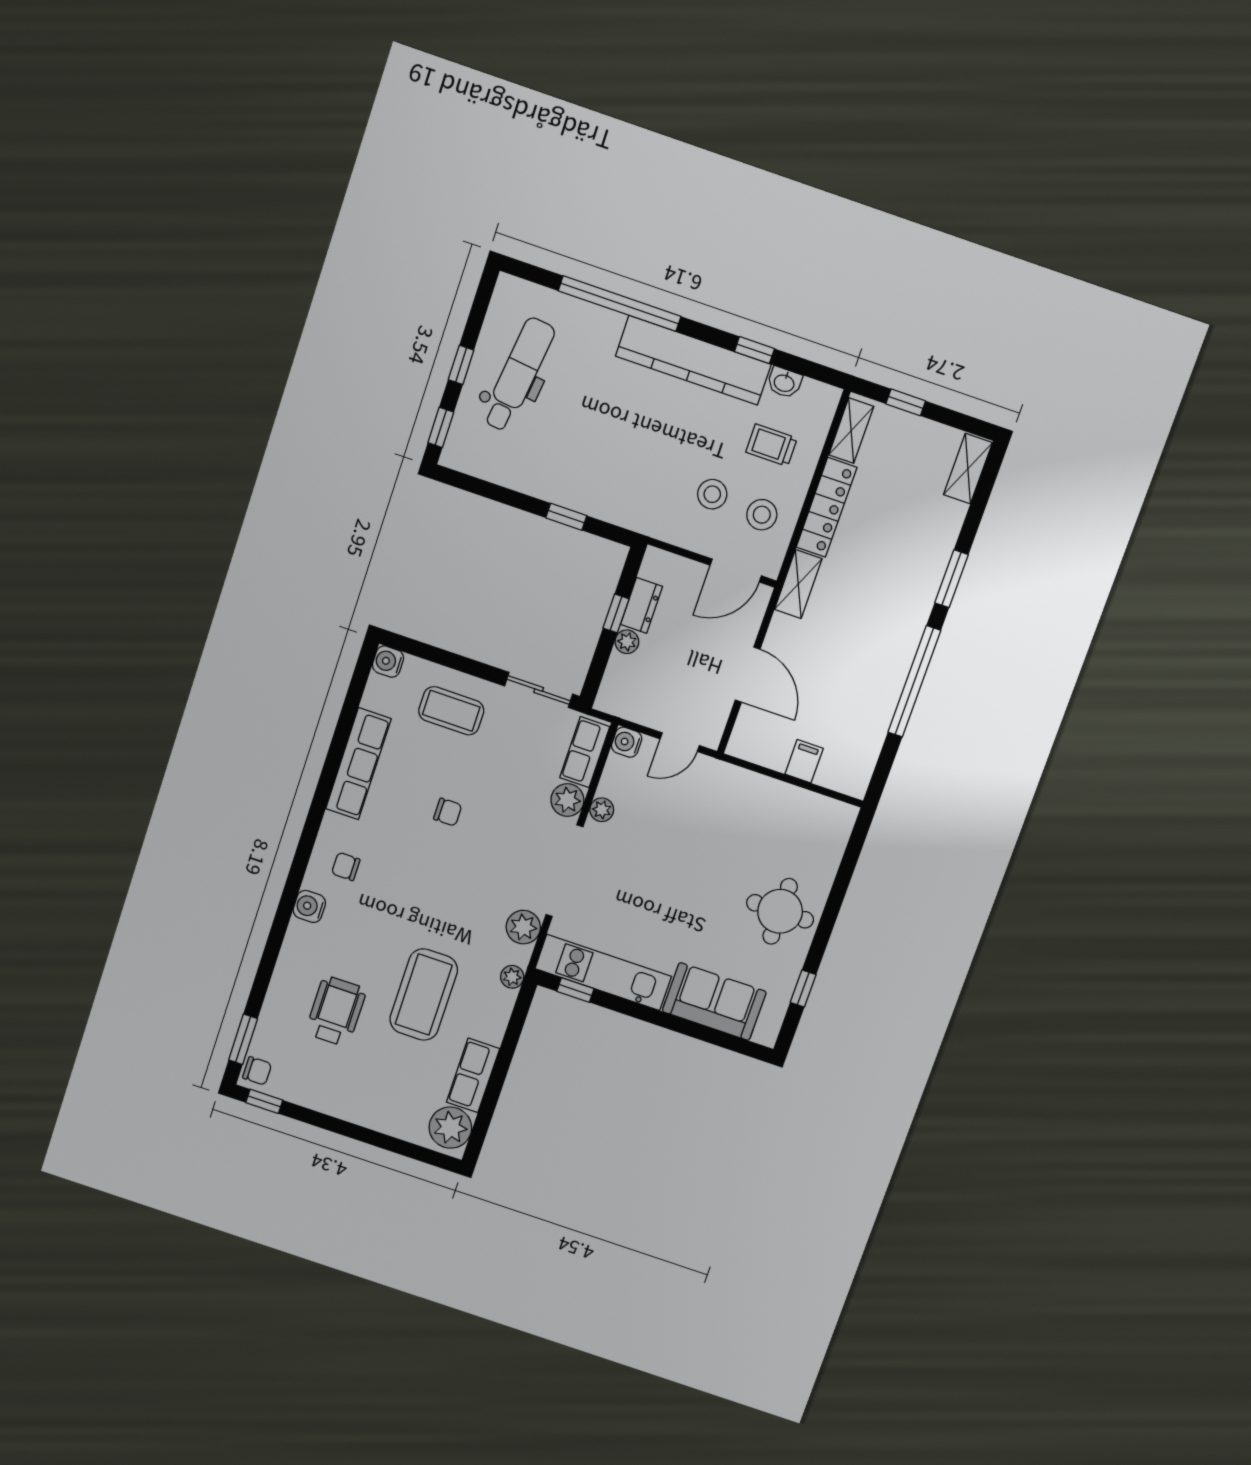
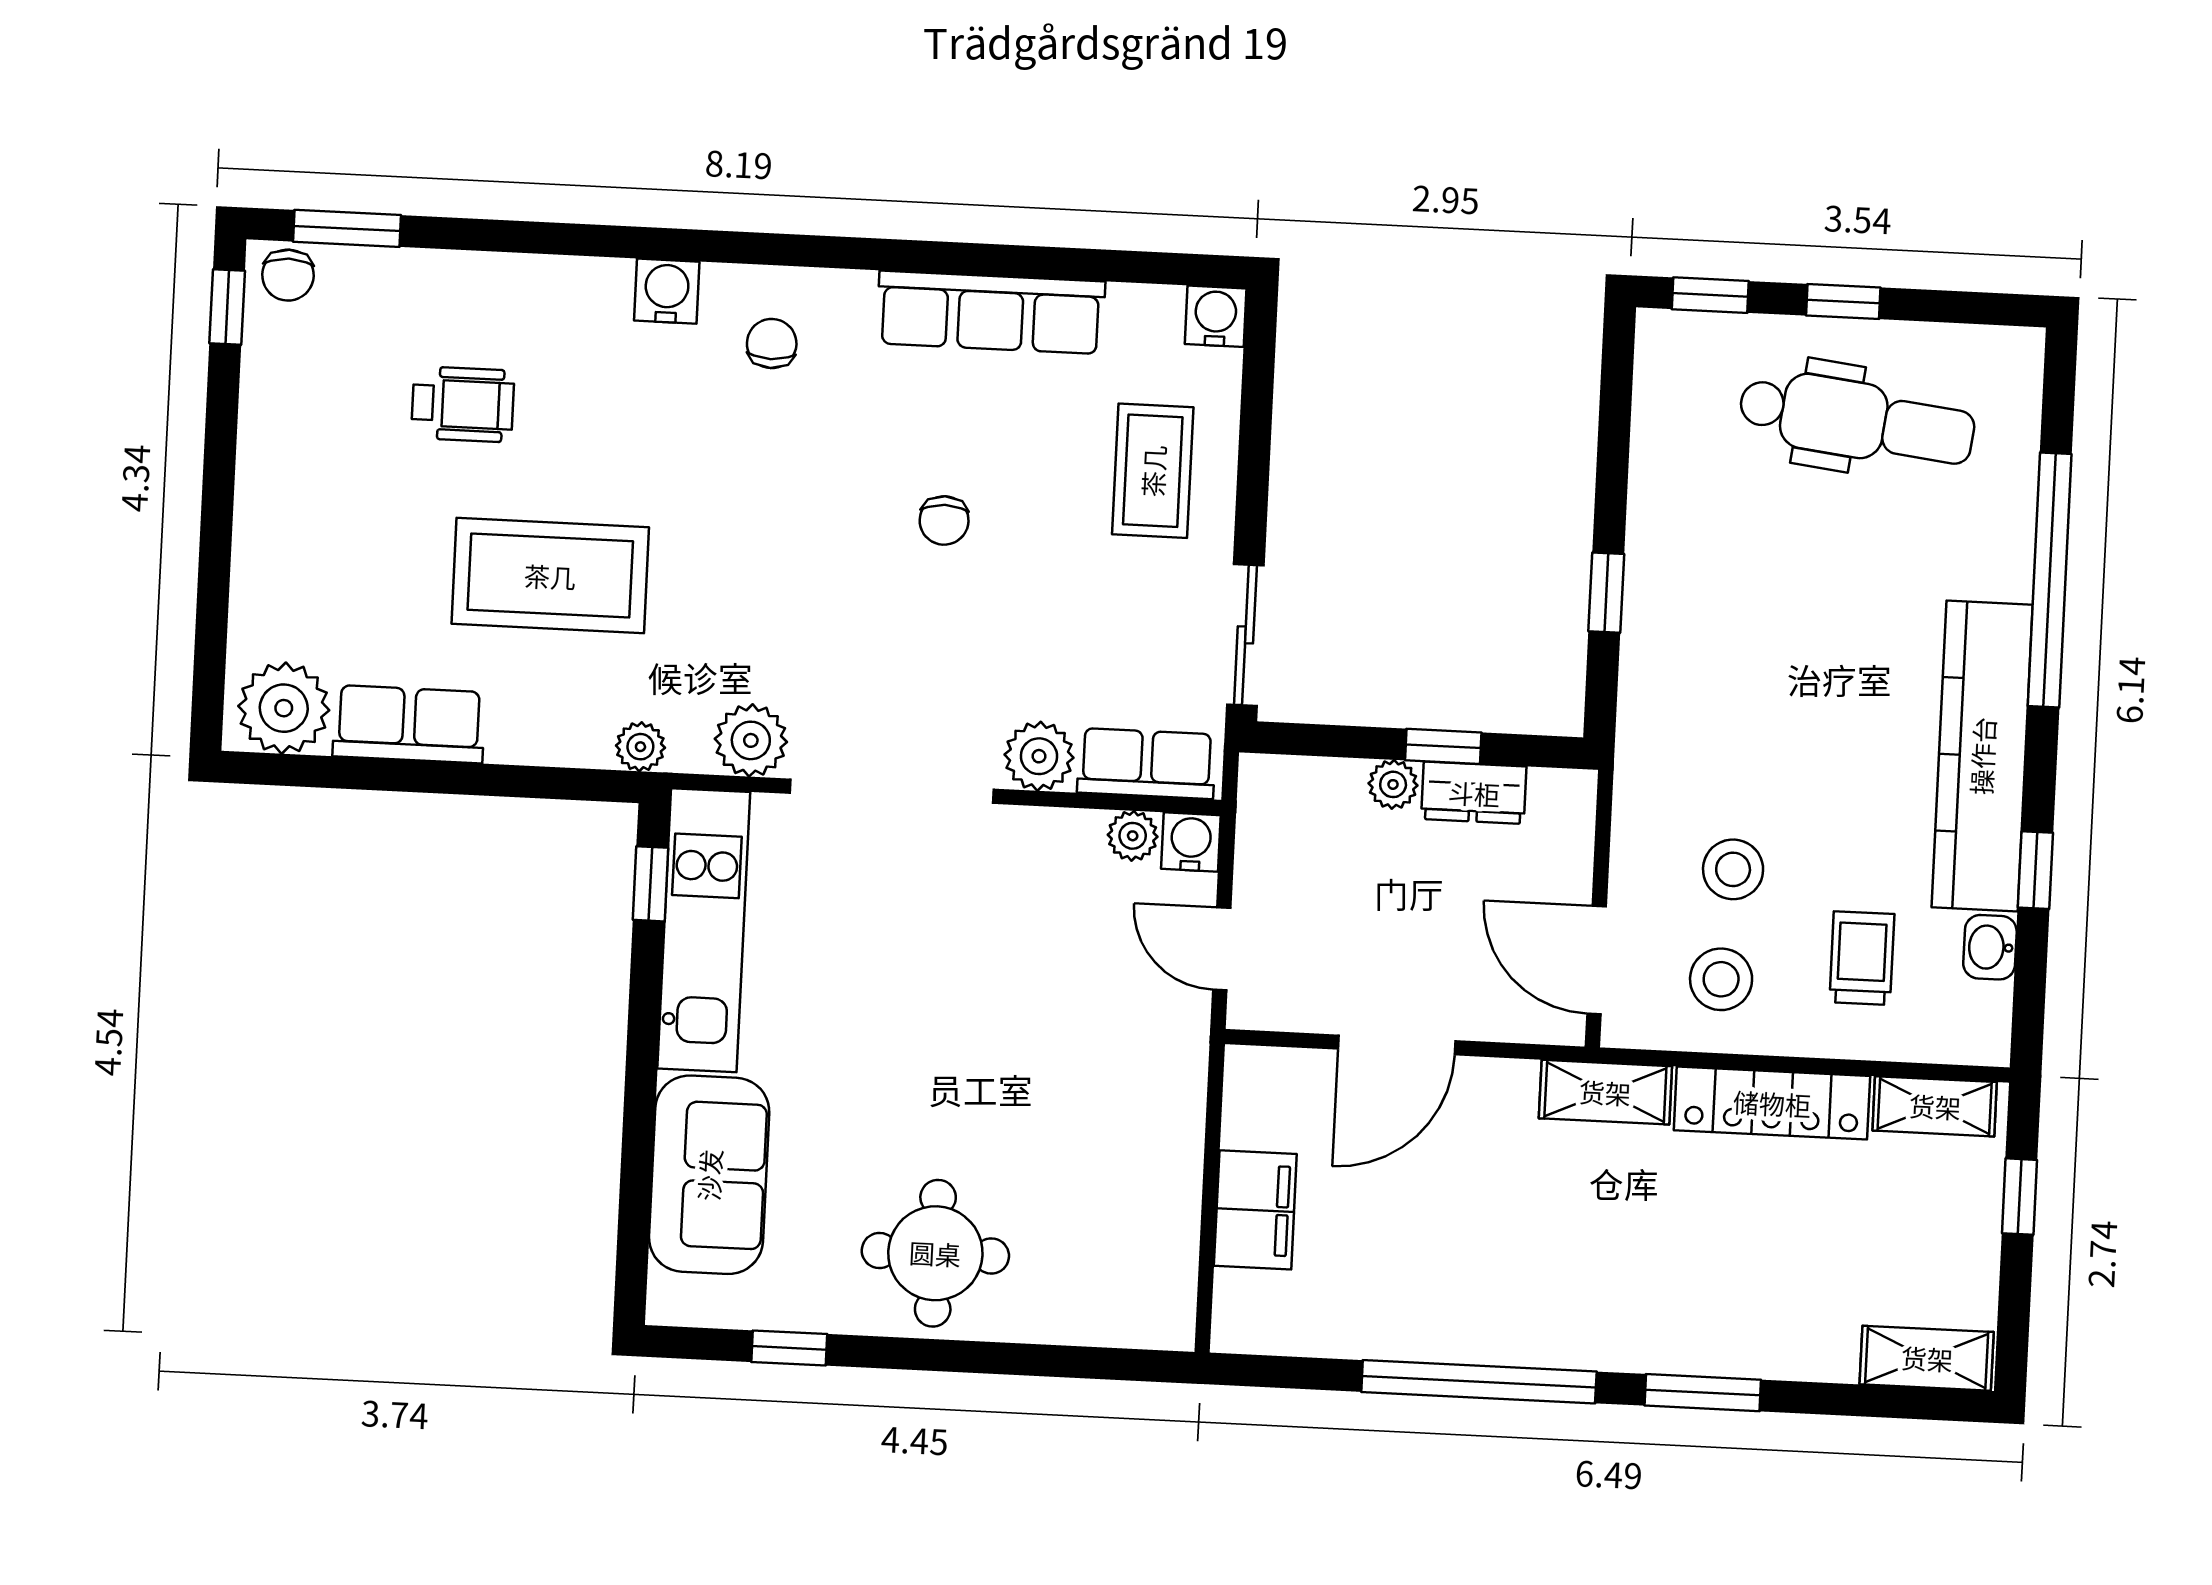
filing cabinet: (804, 761) -> (1255, 1210), width x2.00
plant: (602, 810) -> (1133, 836), moved
wheelchair: (336, 1011) -> (463, 404), width x0.73, depth x0.73

